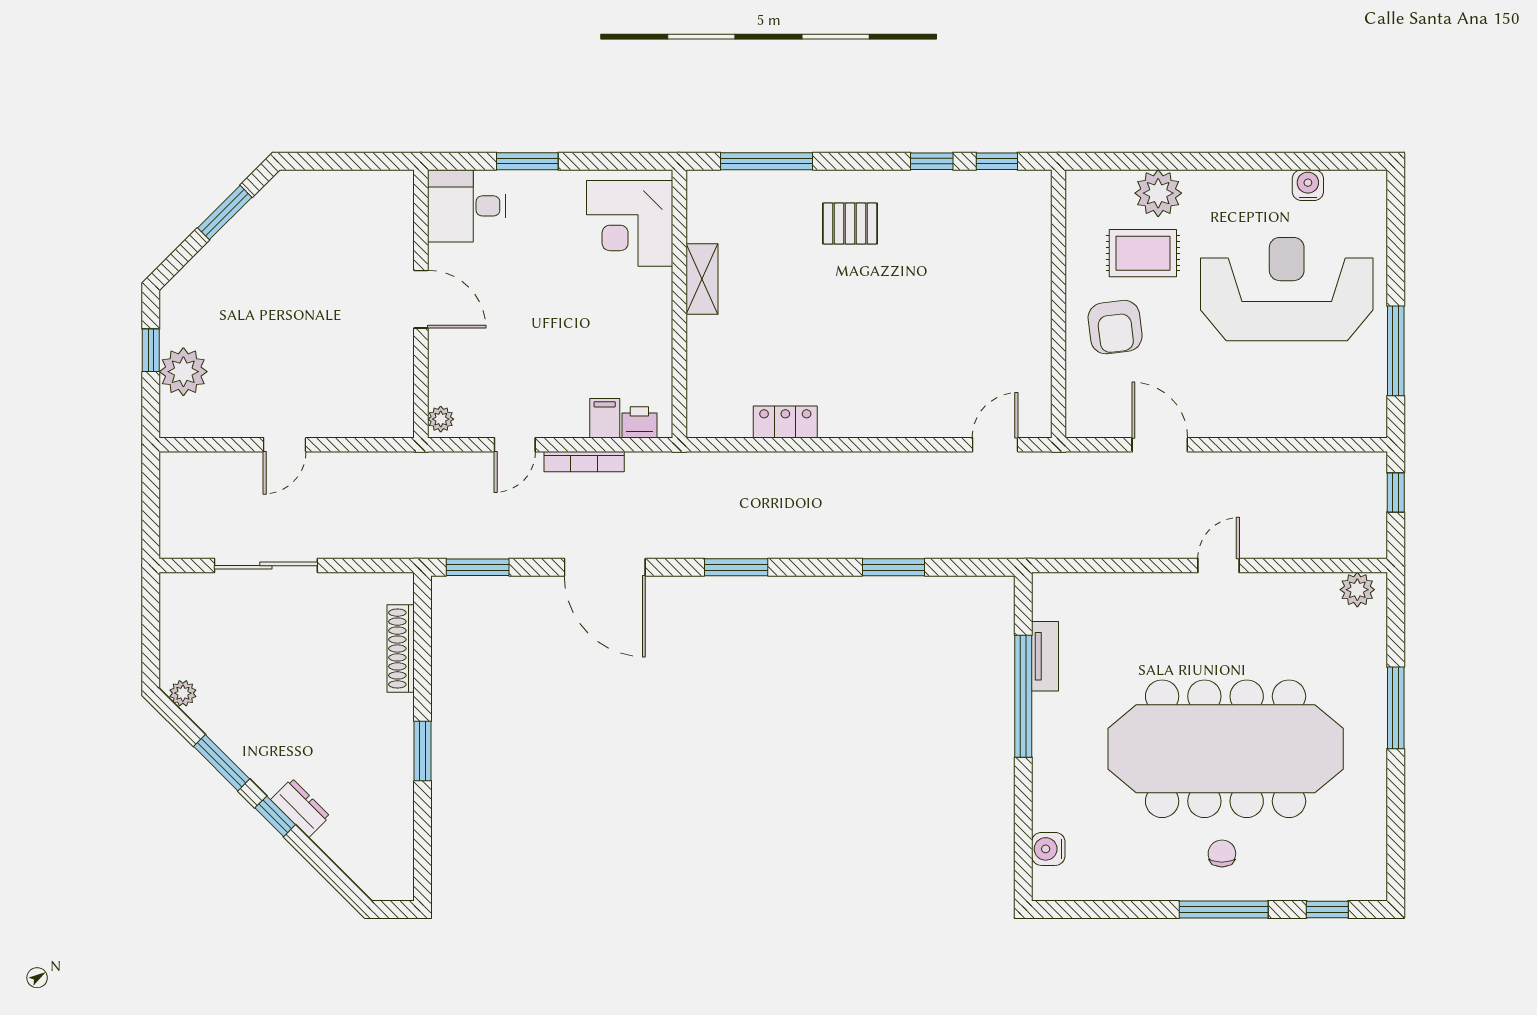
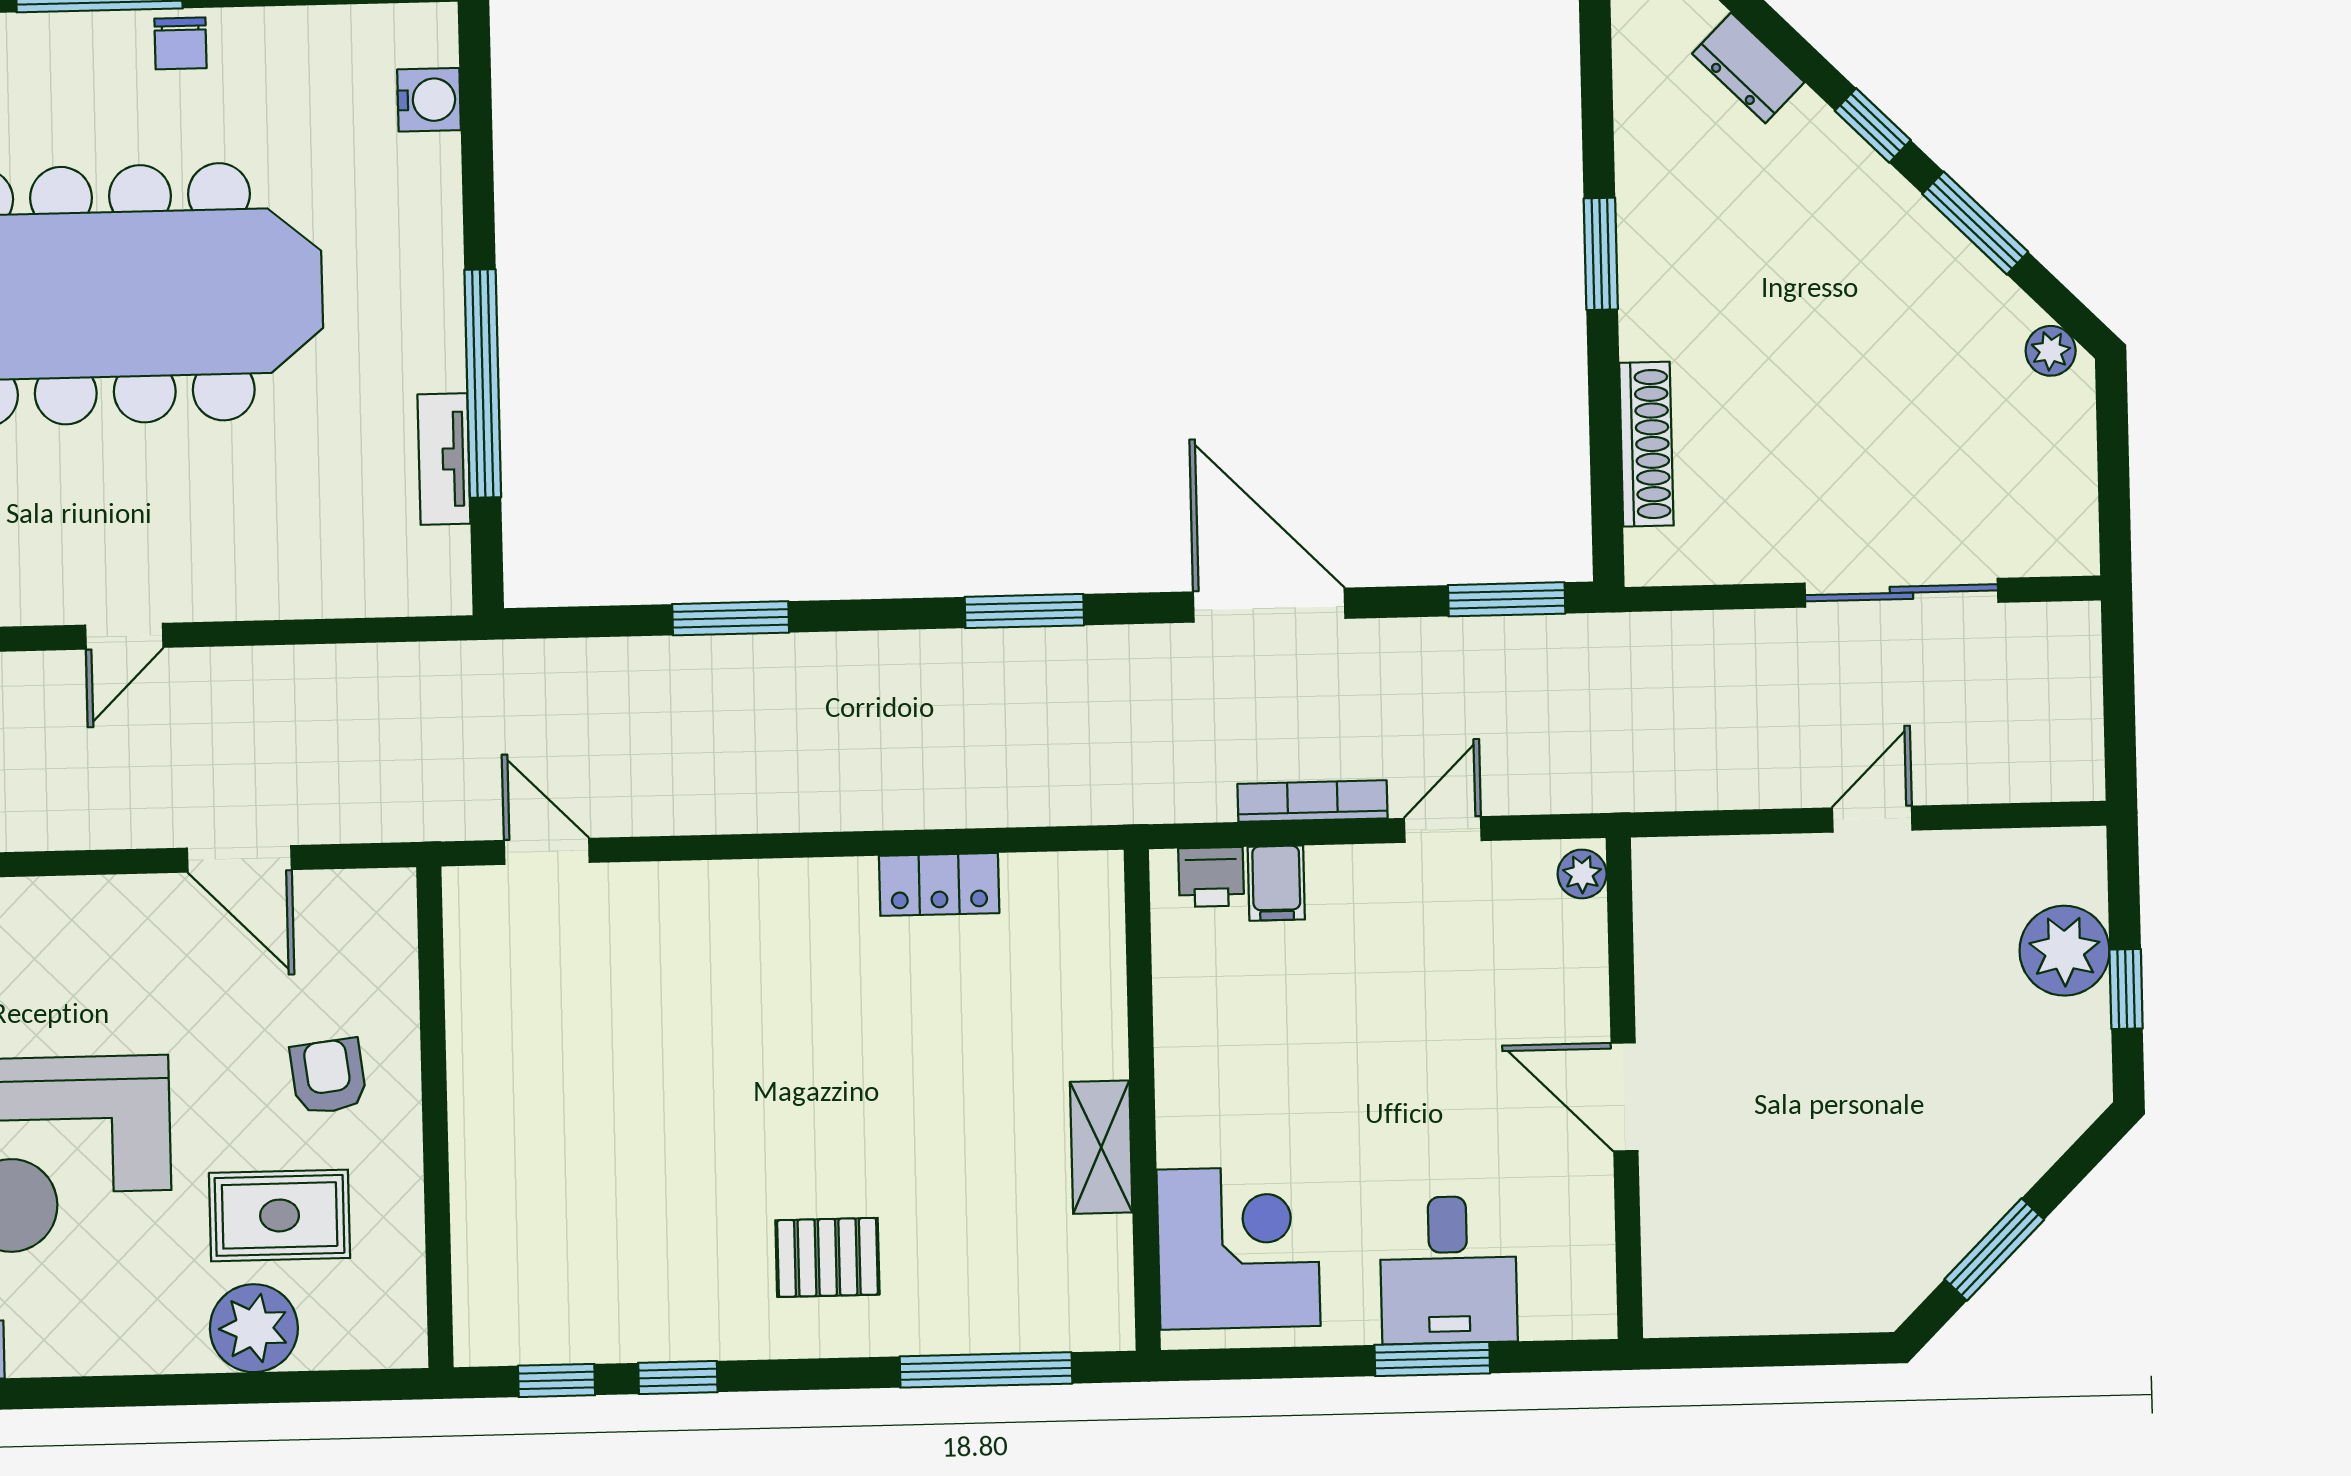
desk: (467, 206) -> (1448, 1270), moved, turned 90
armchair: (1115, 327) -> (328, 1076), width x0.72, depth x0.72
door: (995, 445) -> (547, 851), swing flipped
dresser: (300, 808) -> (1748, 68), moved
chair: (1222, 854) -> (180, 43), moved

